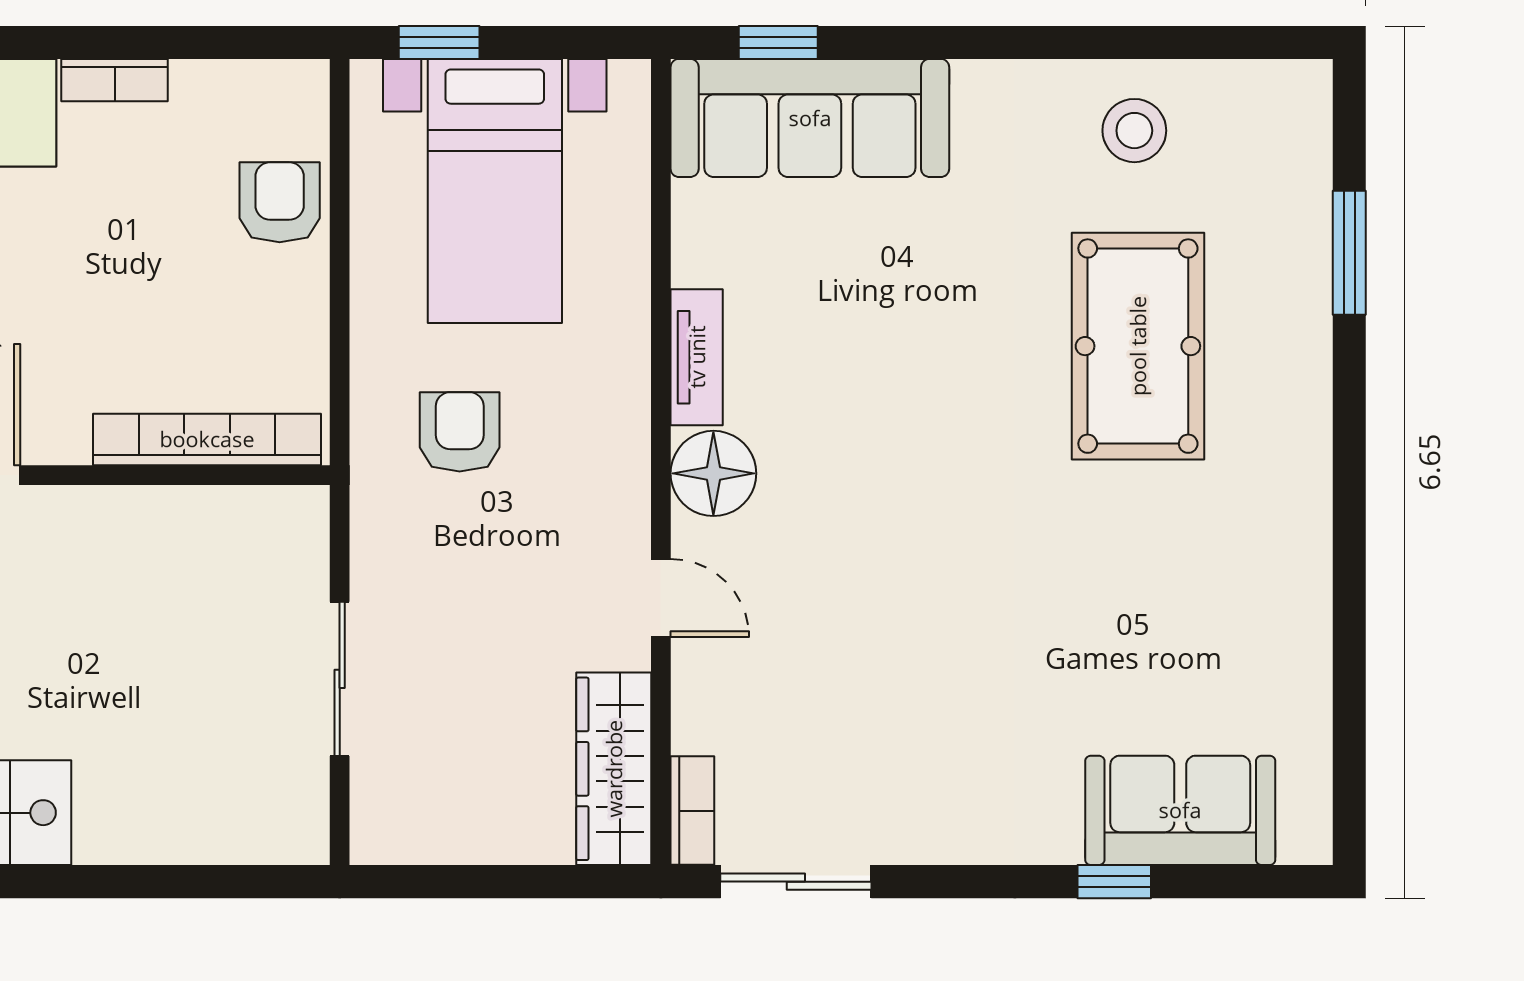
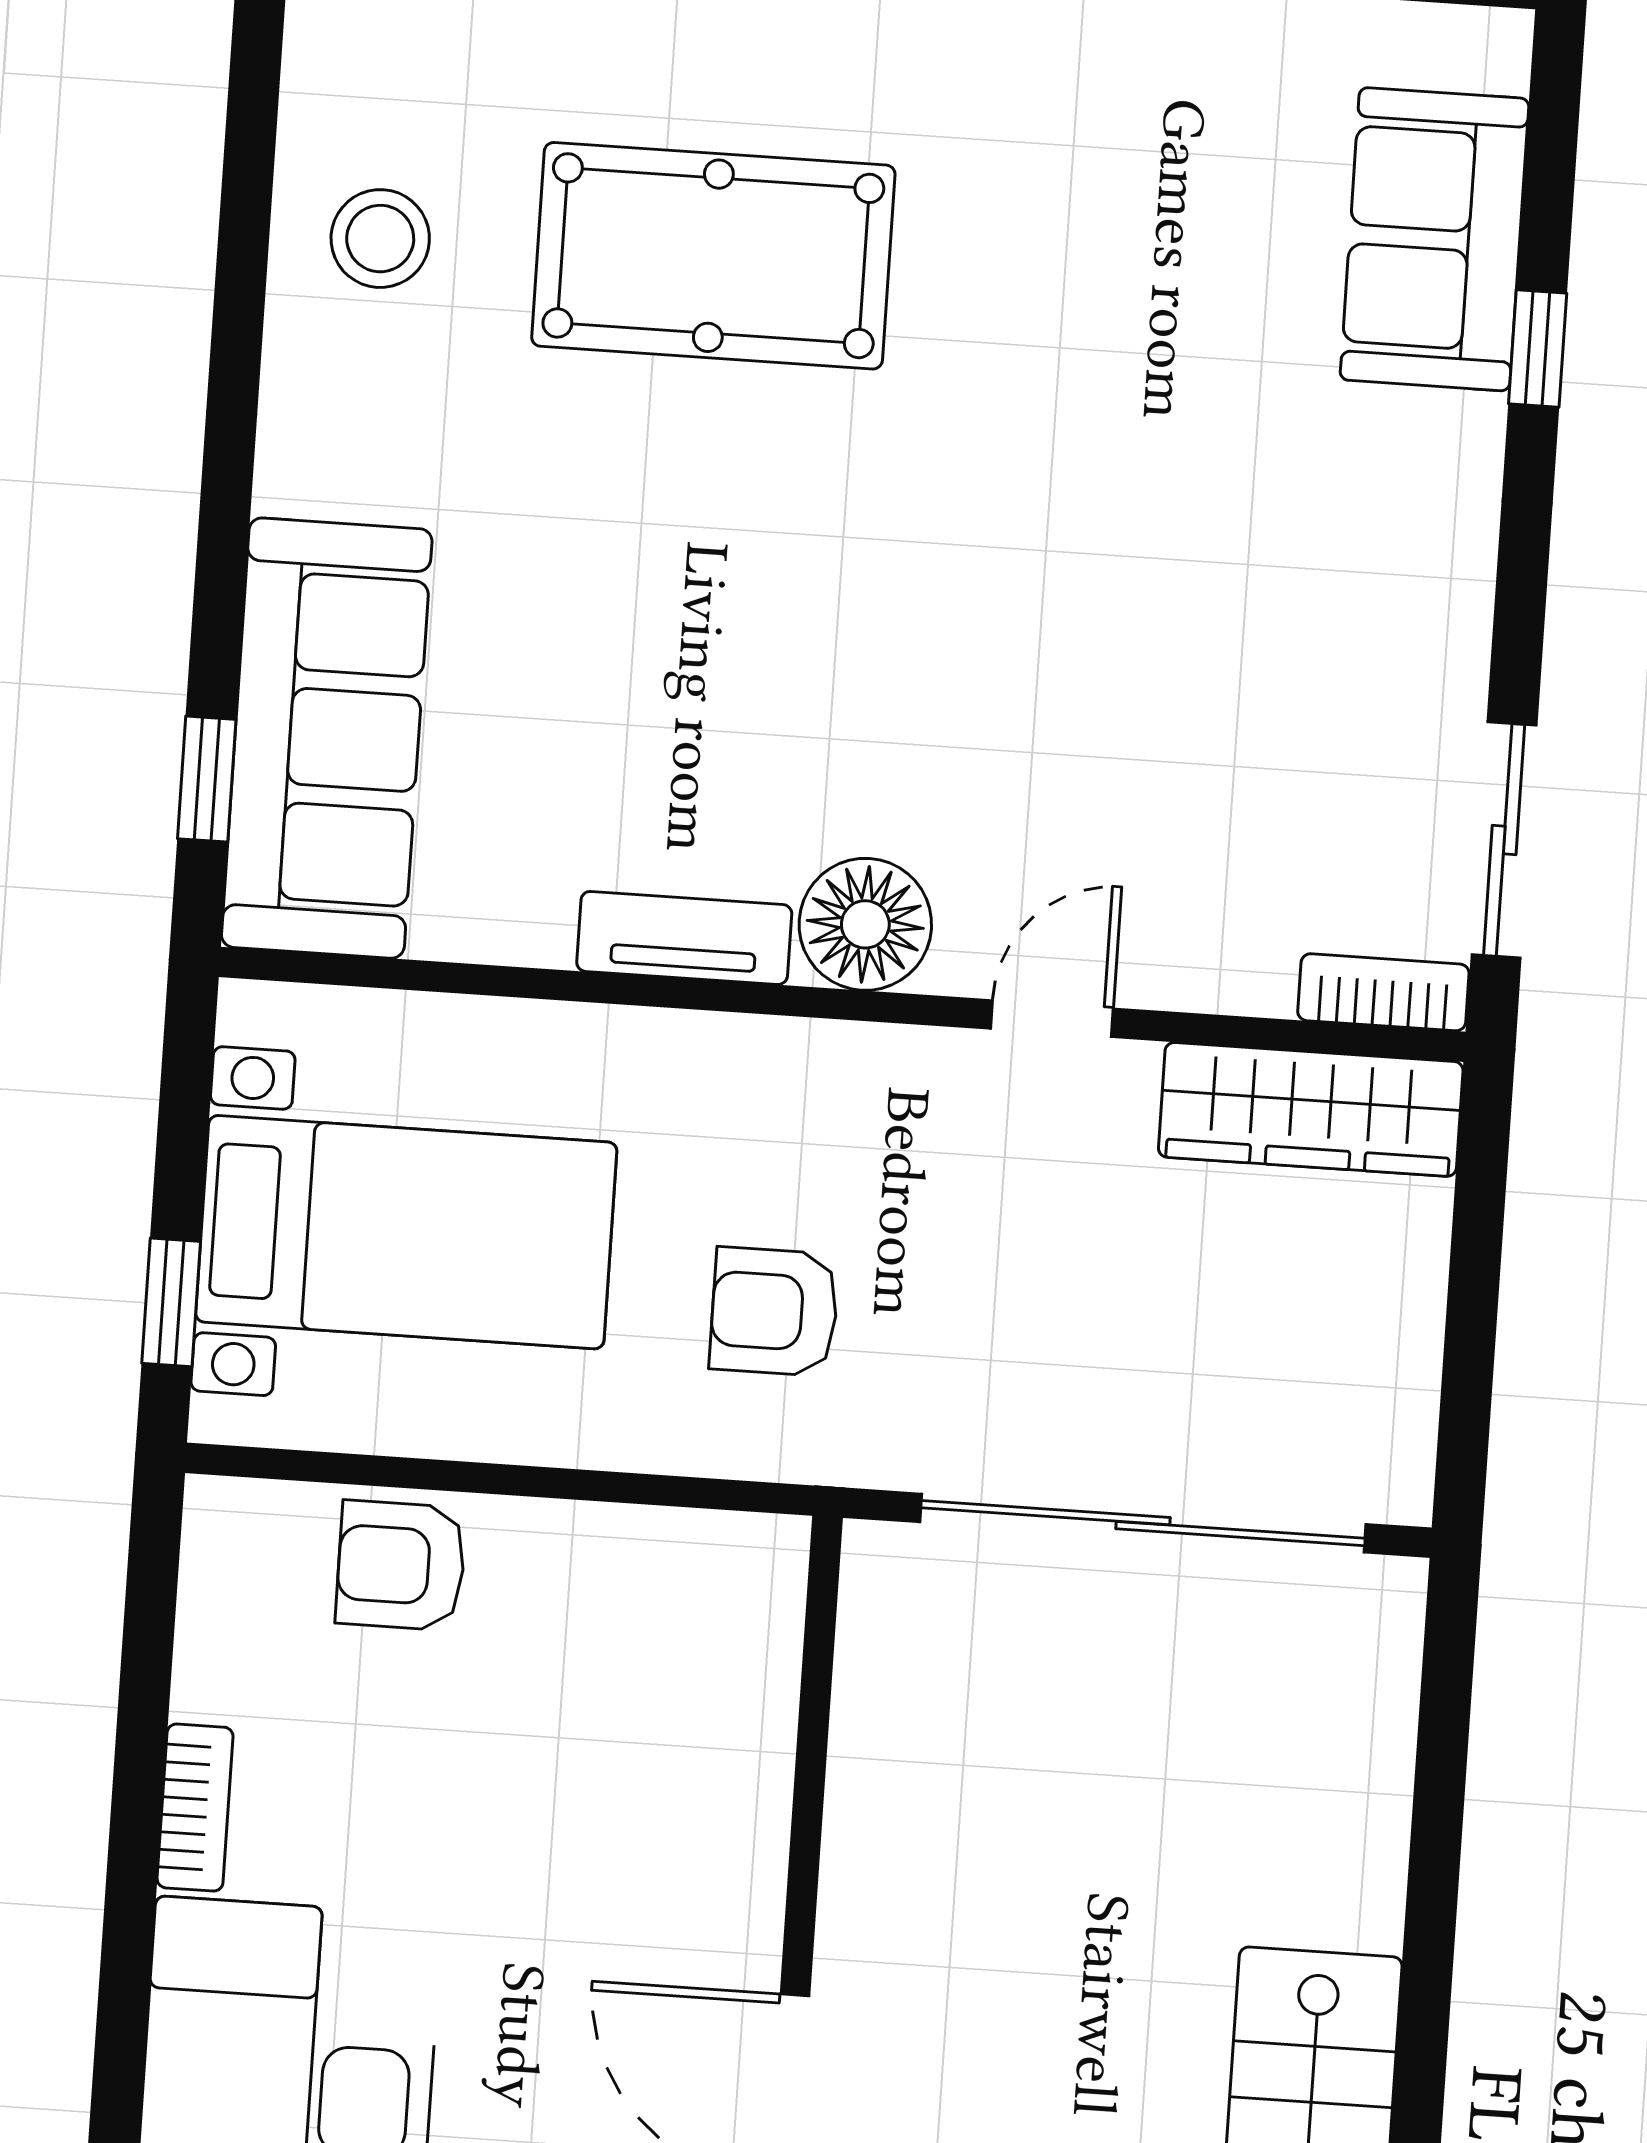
bookcase: (207, 439) -> (760, 1703), removed
sliding door: (340, 679) -> (1143, 1523), width x1.86

